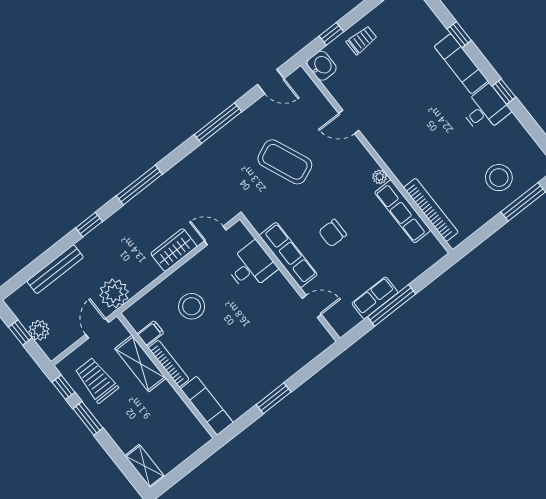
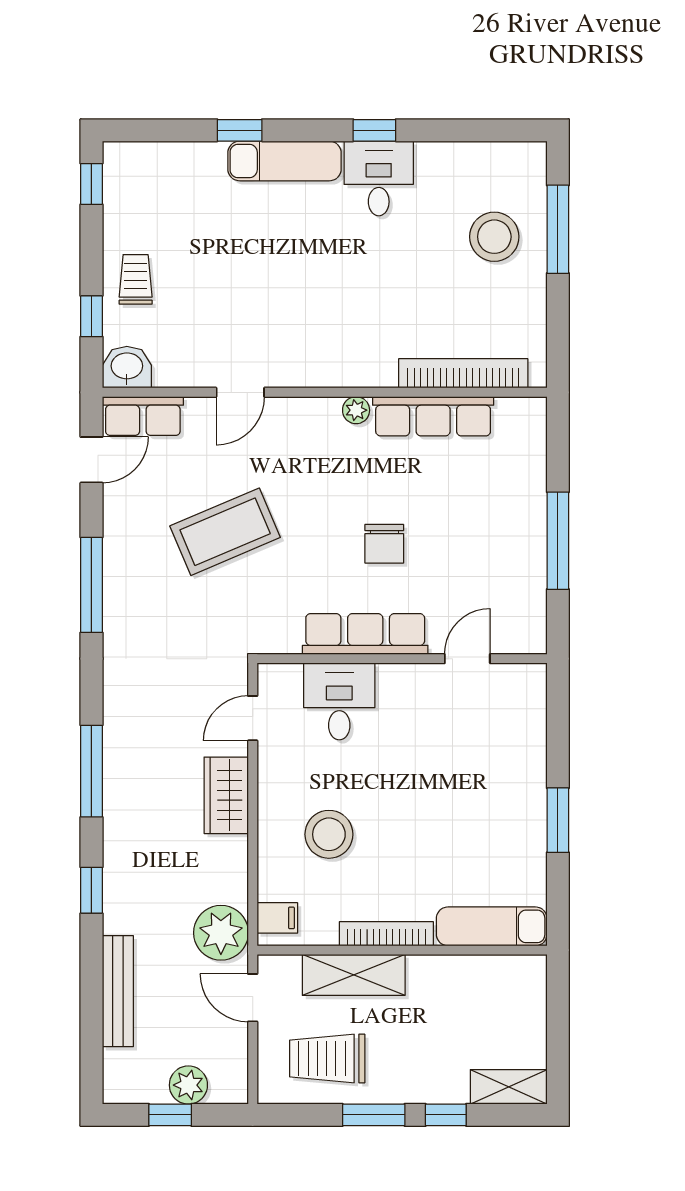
row of seats: (375, 298) -> (143, 416), moved, turned -90
filing cabinet: (151, 333) -> (277, 918), moved, turned 90
window: (63, 387) -> (446, 1115), moved

